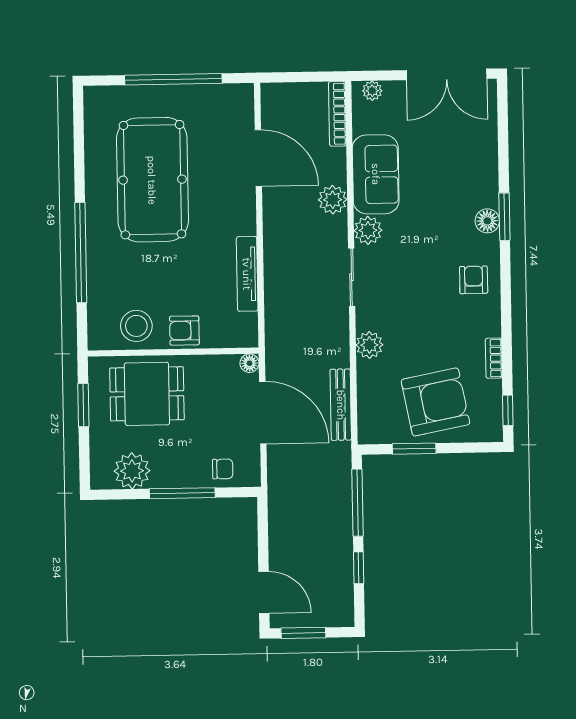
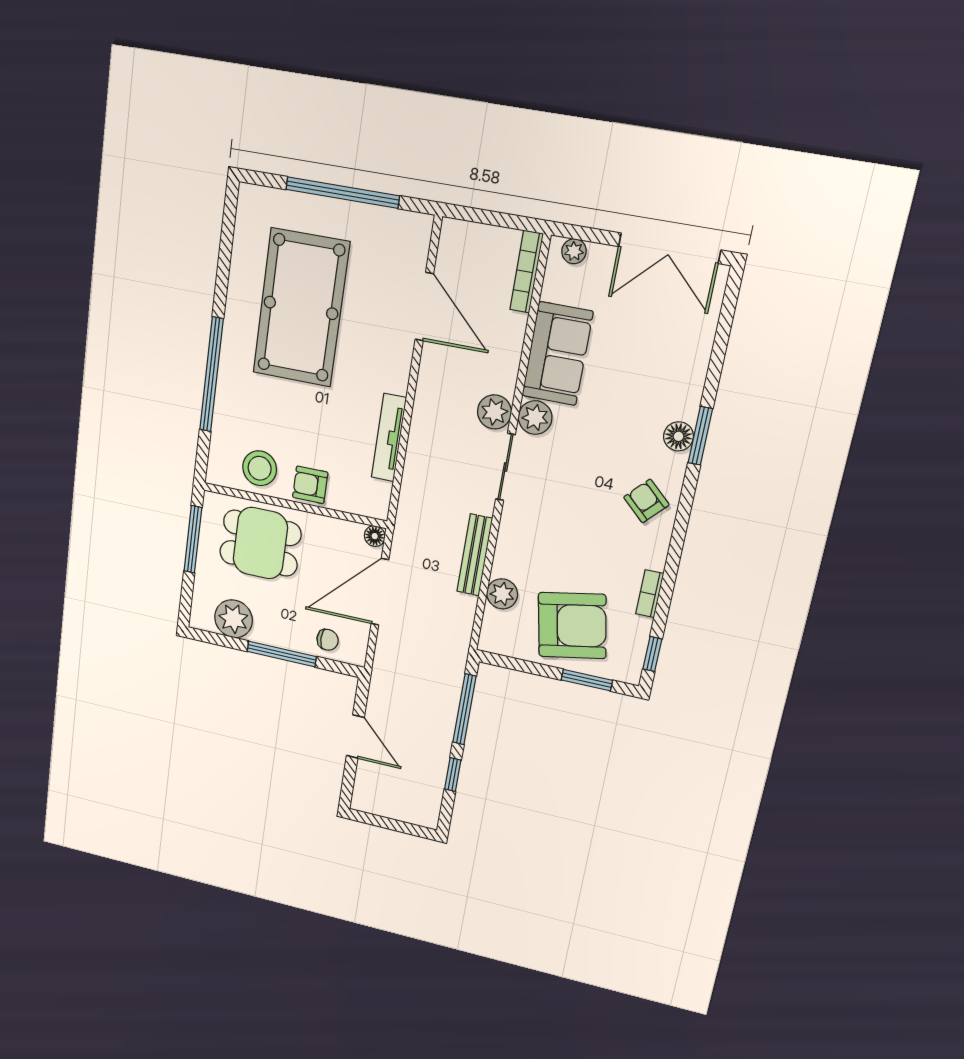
plant: (333, 200) -> (494, 412), moved
armchair: (474, 280) -> (646, 501), turned -47
plant: (369, 345) -> (502, 594), moved
window: (83, 405) -> (193, 539), width x1.44
bench: (341, 405) -> (475, 555), moved
door: (263, 413) -> (380, 592), swing flipped
window: (414, 449) -> (587, 680), moved
door: (264, 592) -> (355, 737), moved
window: (303, 633) -> (383, 822), removed

